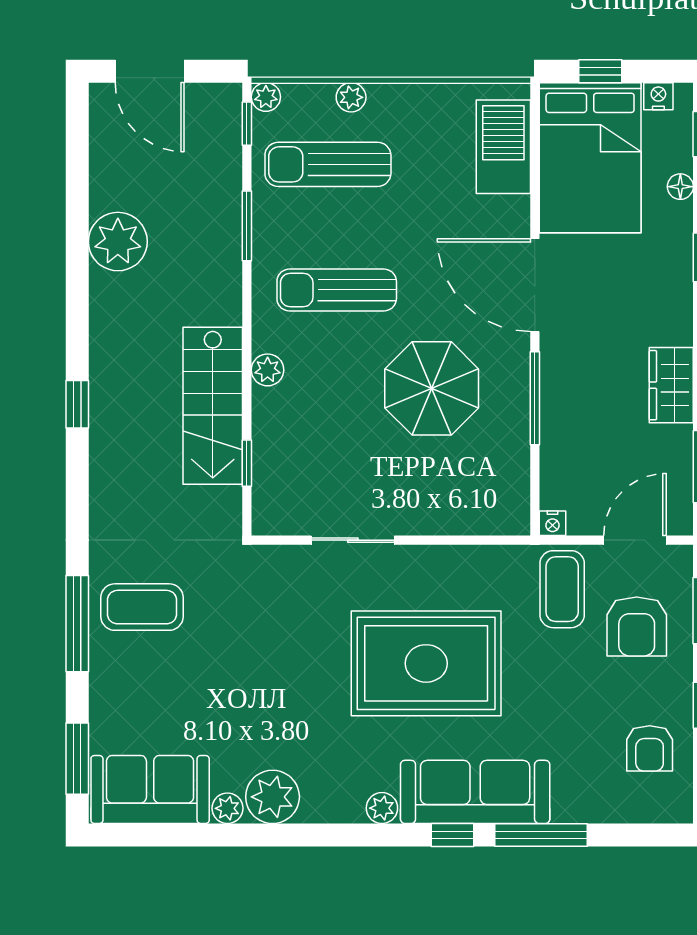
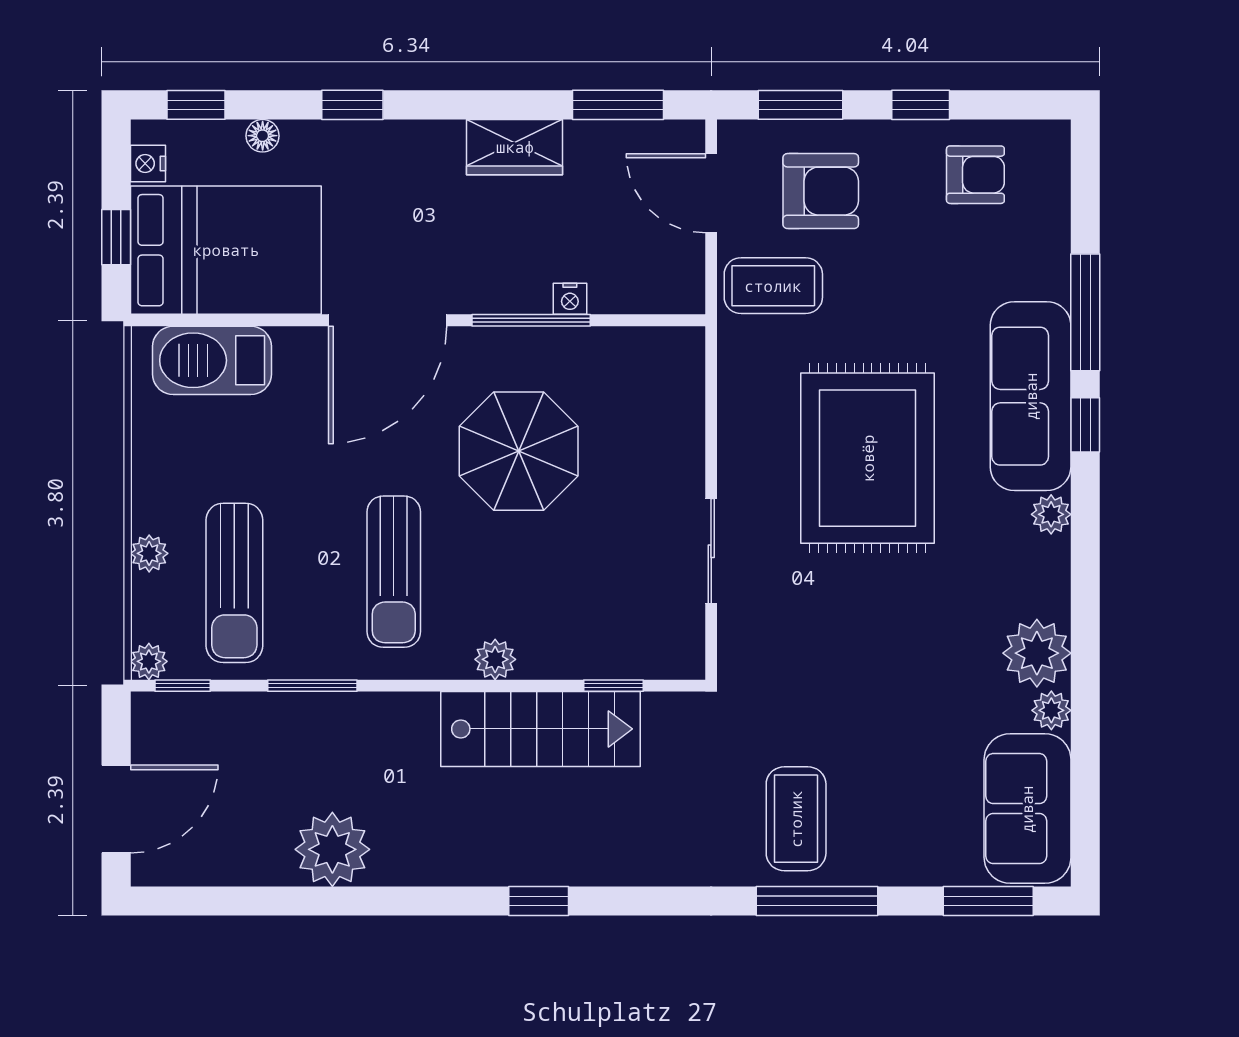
nightstand: (552, 523) -> (570, 299), moved, turned 90

